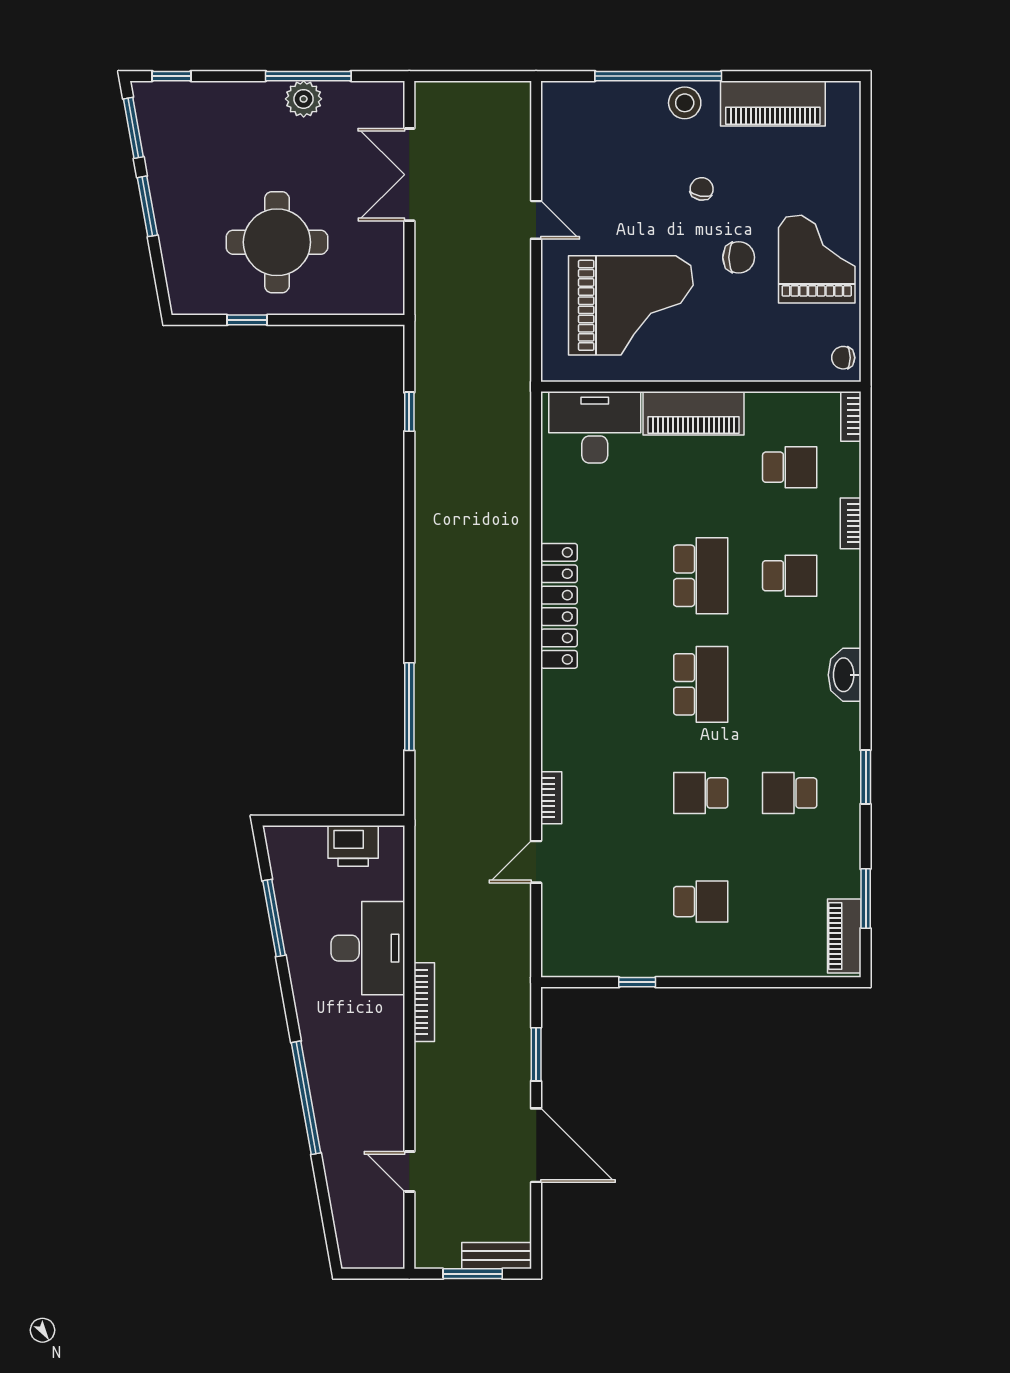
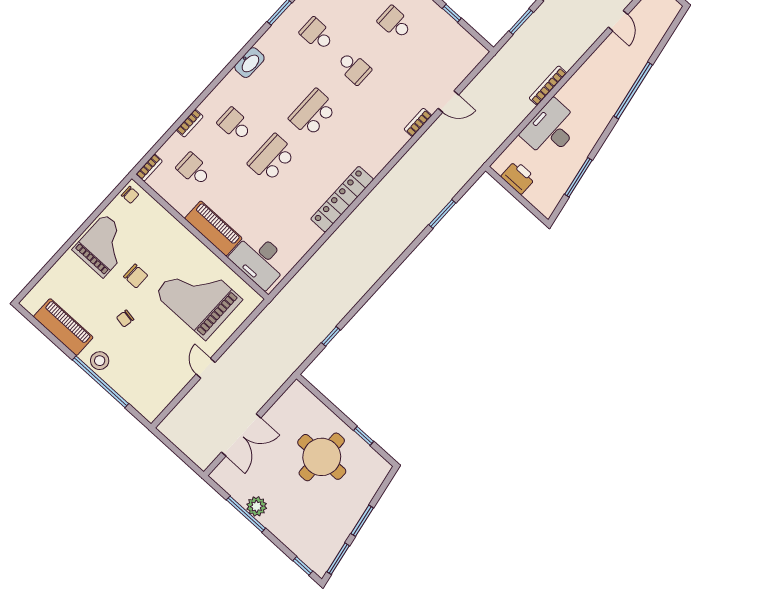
chair: (739, 257) -> (136, 276), turned 180
grand piano: (817, 259) -> (104, 246), turned 180
window: (409, 707) -> (442, 214), width x0.69
school desk: (790, 793) -> (317, 34), turned 180

